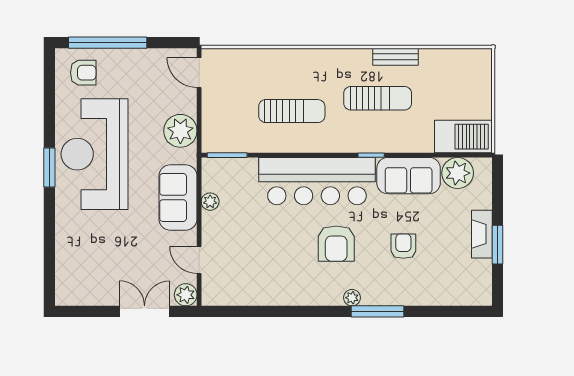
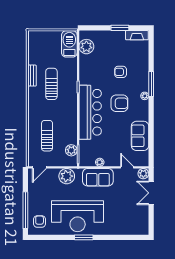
sun lounger: (292, 111) -> (47, 136), moved
plant: (236, 141) -> (71, 150), added
sofa: (409, 176) -> (140, 136), moved, turned 180
fireplace: (482, 234) -> (137, 35), moved
door: (199, 260) -> (127, 167), swing flipped

